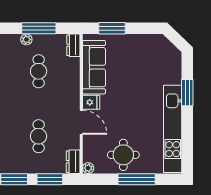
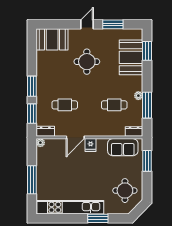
sofa: (94, 67) -> (123, 147), width x0.73
round table: (123, 155) -> (125, 191), moved

